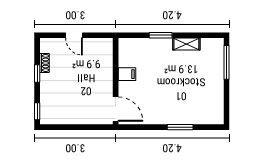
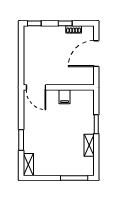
door: (74, 35) -> (96, 54), width x1.87
door: (116, 109) -> (36, 87), hinge flipped
shelving: (210, 118) -> (28, 165), added

